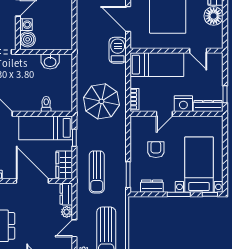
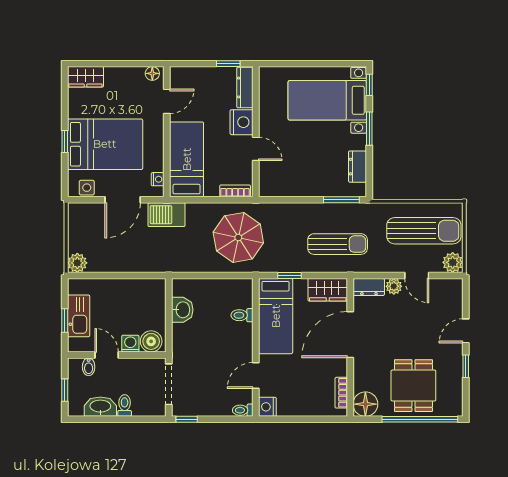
floor lamp: (214, 16) -> (152, 73), moved, width x0.53, depth x0.53
nightstand: (143, 44) -> (158, 179), added
armchair: (156, 150) -> (306, 161), removed

